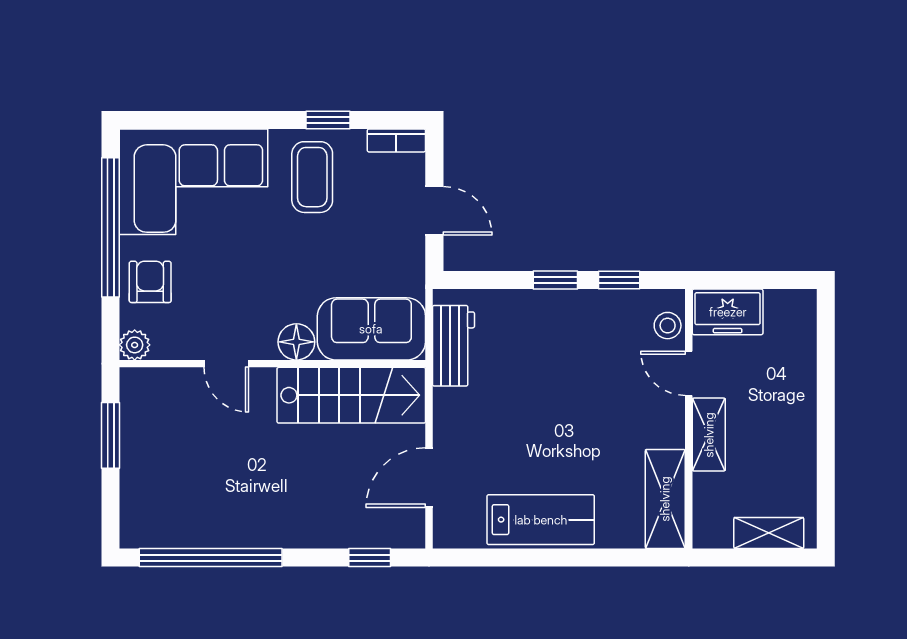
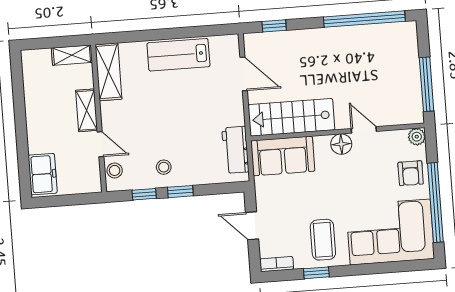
freezer: (728, 312) -> (43, 174), moved, turned 90
stool: (581, 325) -> (164, 167), added
floor lamp: (296, 342) -> (341, 144), moved
window: (111, 435) -> (427, 84), width x1.44
door: (429, 478) -> (244, 74), hinge flipped
shelving: (769, 533) -> (72, 55), moved

